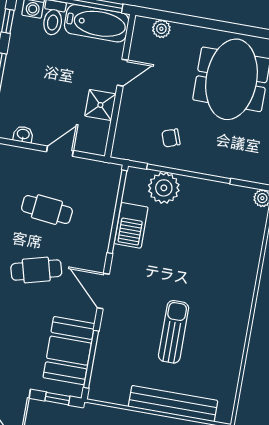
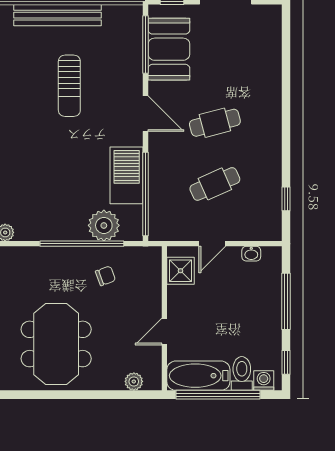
shower: (100, 105) -> (180, 271), moved
cafe table: (47, 210) -> (215, 184), turned -30
barbecue: (131, 225) -> (127, 175), width x1.37, depth x1.21

